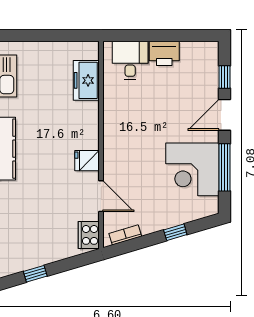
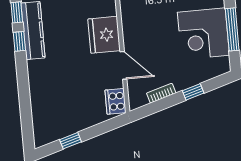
fridge: (87, 161) -> (104, 35), width x1.88, depth x1.34
bookcase: (125, 235) -> (161, 93), moved

